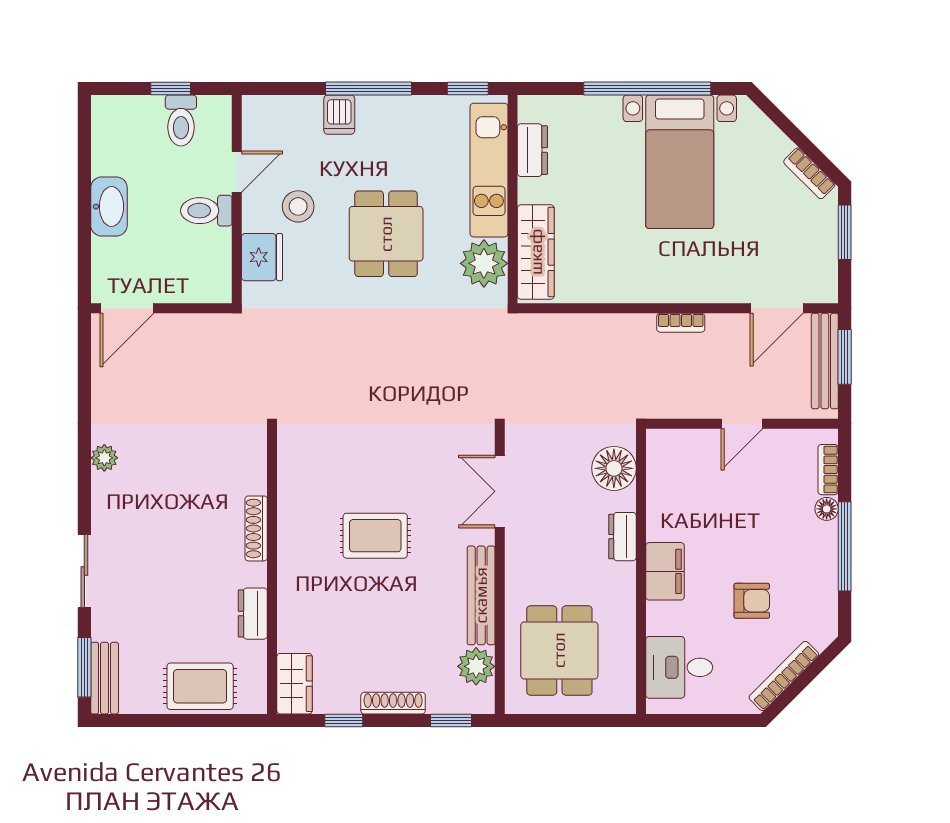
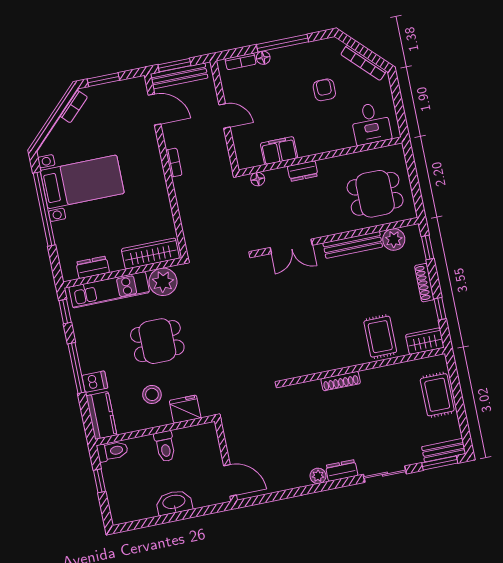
kitchen counter: (280, 114) -> (101, 415), added
toilet: (181, 121) -> (112, 451), moved
door: (237, 172) -> (139, 434), removed
floor lamp: (614, 468) -> (258, 179), width x0.53, depth x0.53
rug: (375, 536) -> (380, 337), moved
filing cabinet: (665, 571) -> (279, 151), moved
dresser: (253, 614) -> (342, 470), moved, turned 180

